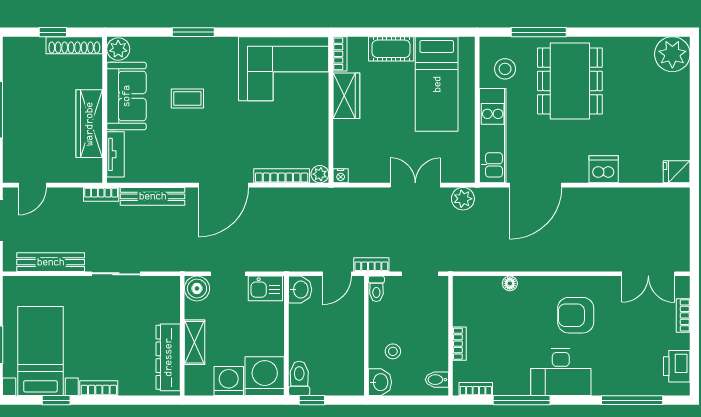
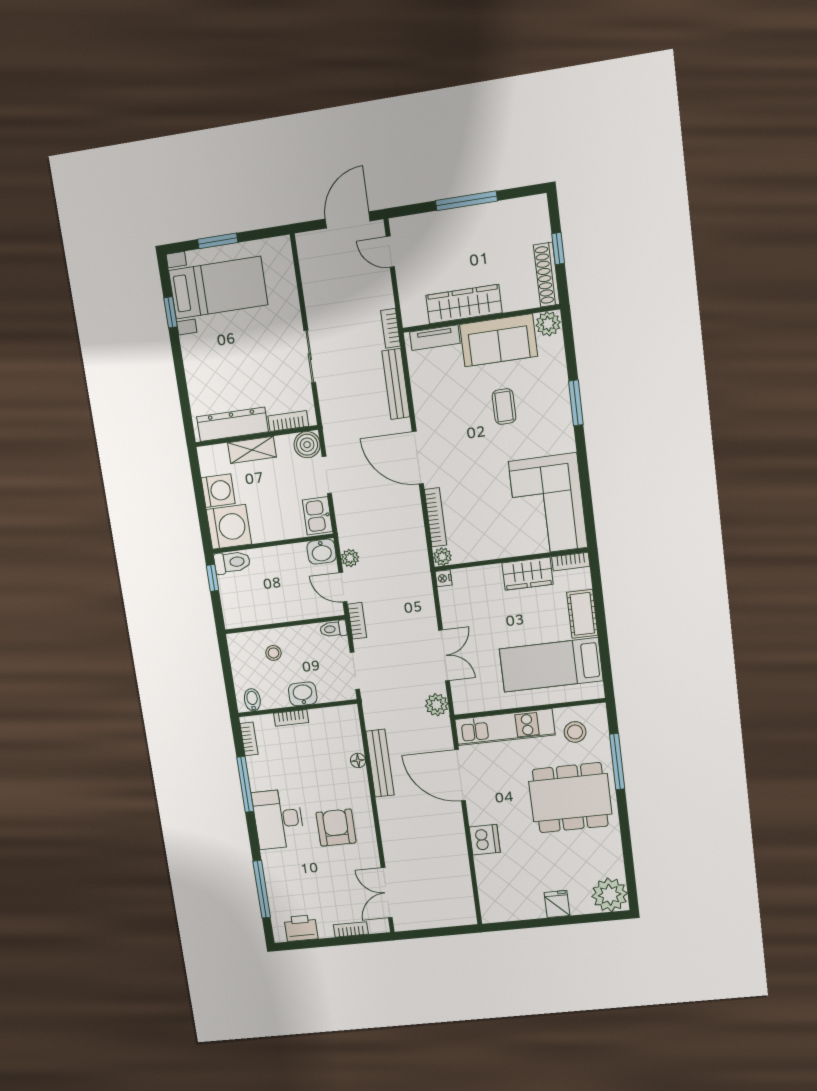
fridge: (677, 172) -> (557, 904), moved
bench: (51, 262) -> (380, 763), moved
plant: (310, 263) -> (350, 558), added
washbasin: (380, 382) -> (303, 694), moved, turned 180
bookcase: (99, 388) -> (288, 421), moved, turned -90

